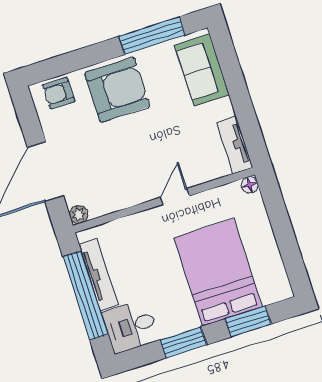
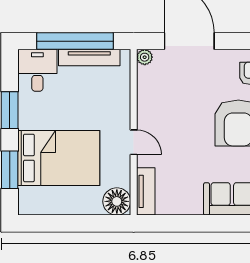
tv unit: (235, 145) -> (146, 191), moved, turned 90
floor lamp: (250, 185) -> (117, 201), width x1.89, depth x1.89

